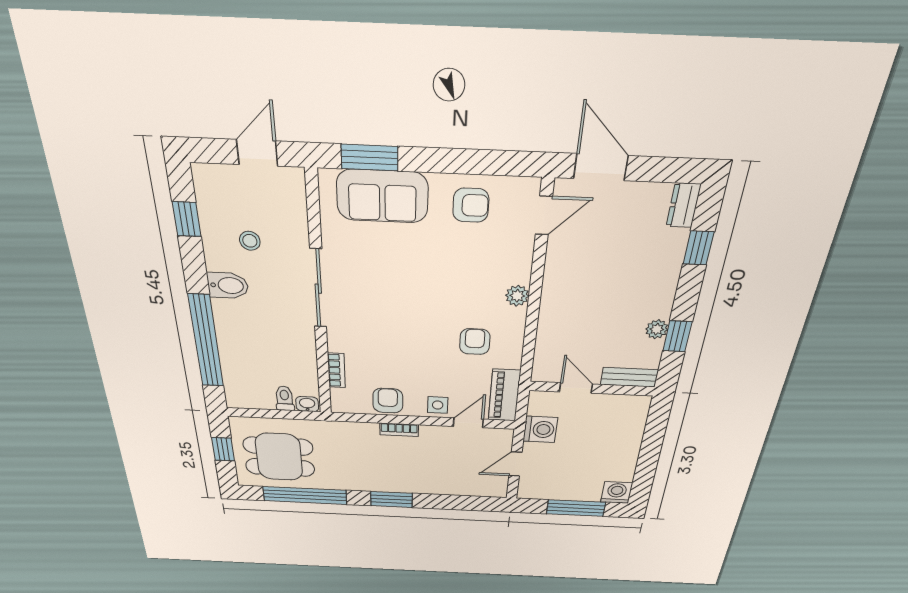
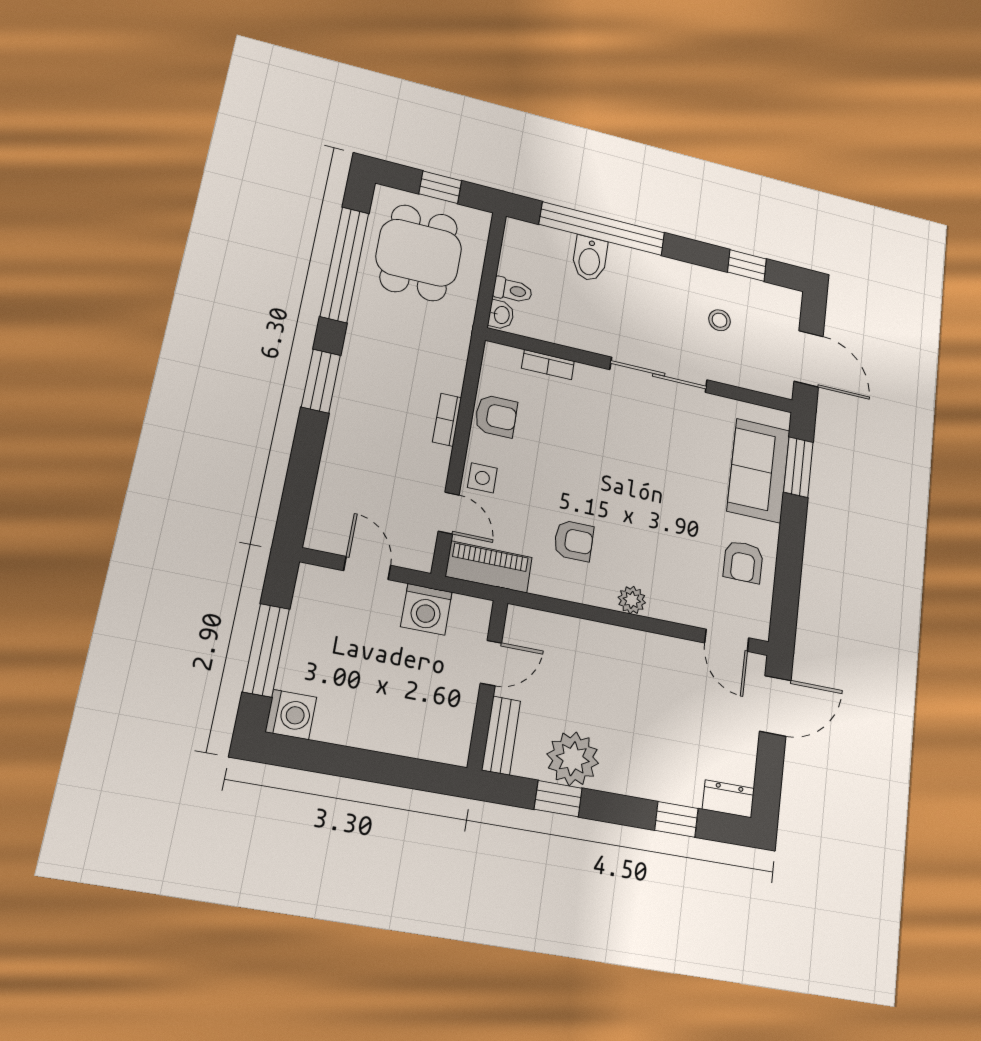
door: (257, 153) -> (809, 359), width x1.38
bidet: (228, 285) -> (590, 259), moved
plant: (657, 329) -> (573, 759), width x1.88, depth x1.88

